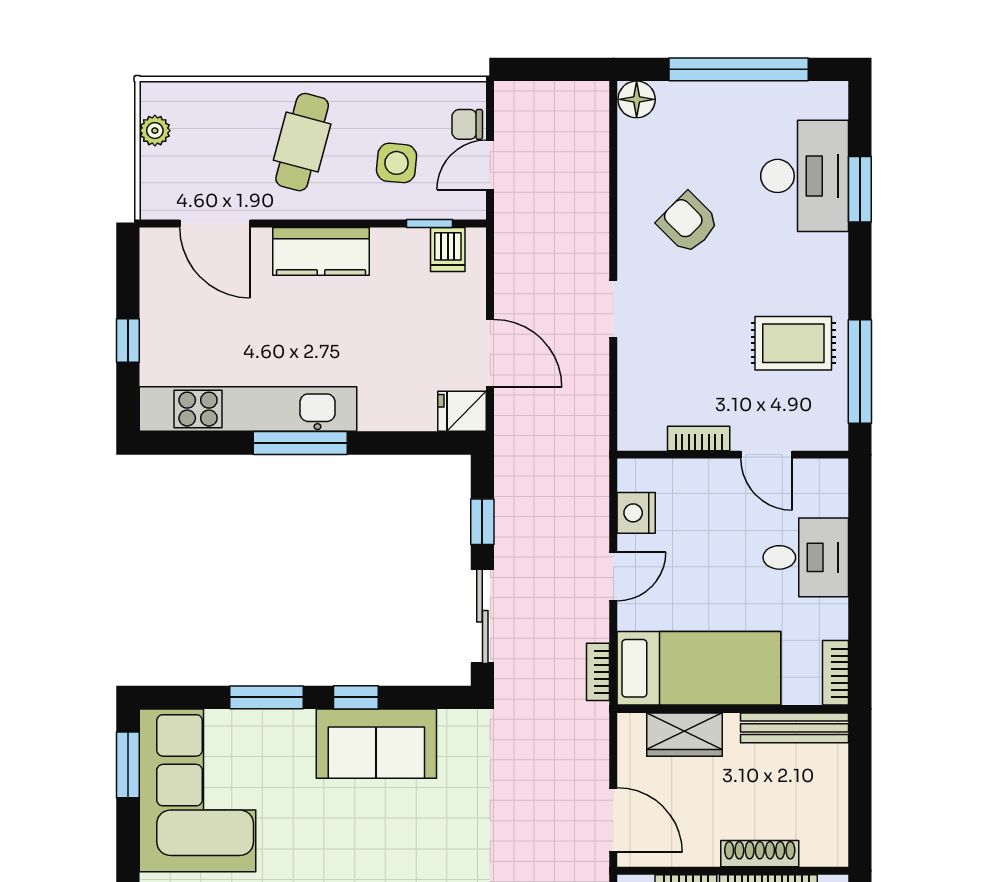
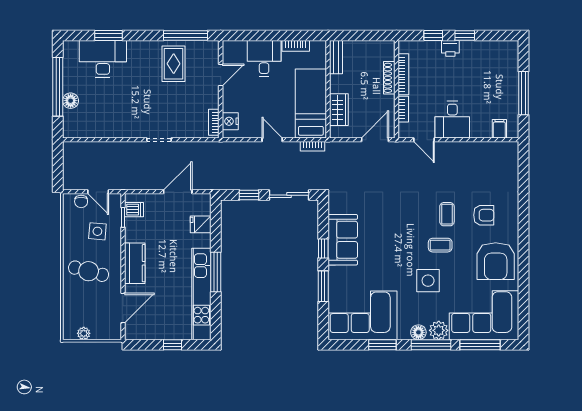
floor lamp: (637, 99) -> (71, 101), moved
armchair: (688, 223) -> (123, 108), removed
fridge: (462, 411) -> (201, 224), moved, turned 90
bookcase: (699, 438) -> (214, 122), moved
nightstand: (636, 513) -> (230, 121), moved, turned 90
bookcase: (835, 673) -> (296, 46), moved
bench: (794, 728) -> (336, 57), width x0.73
window: (128, 765) -> (382, 345), moved

